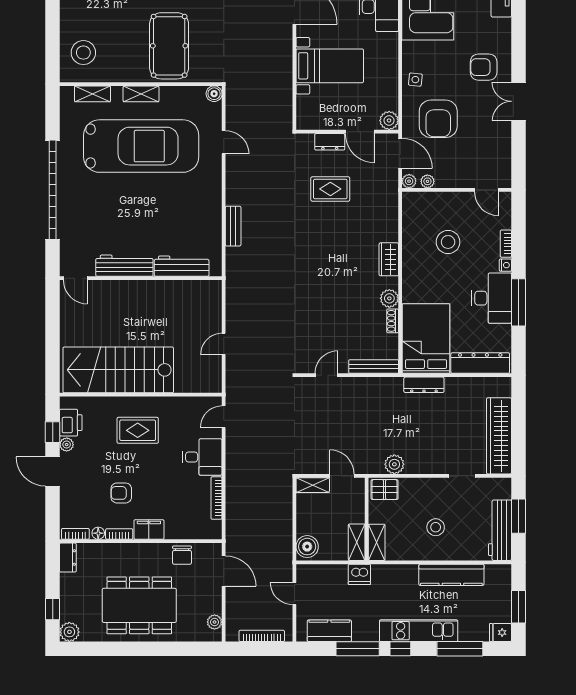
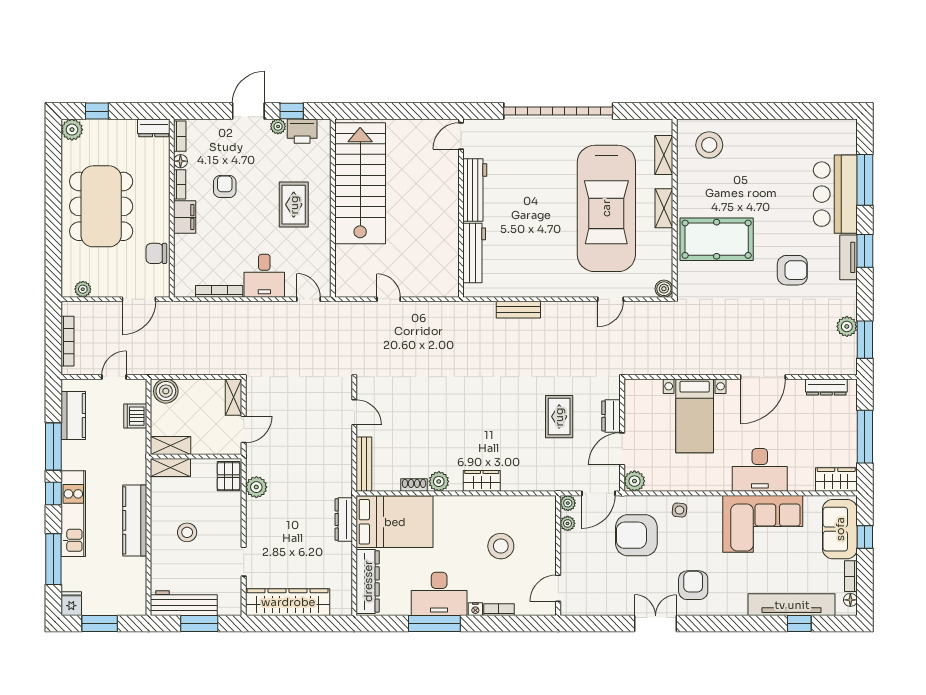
dishwasher: (359, 574) -> (135, 416), moved
kitchen counter: (451, 575) -> (135, 520), moved

